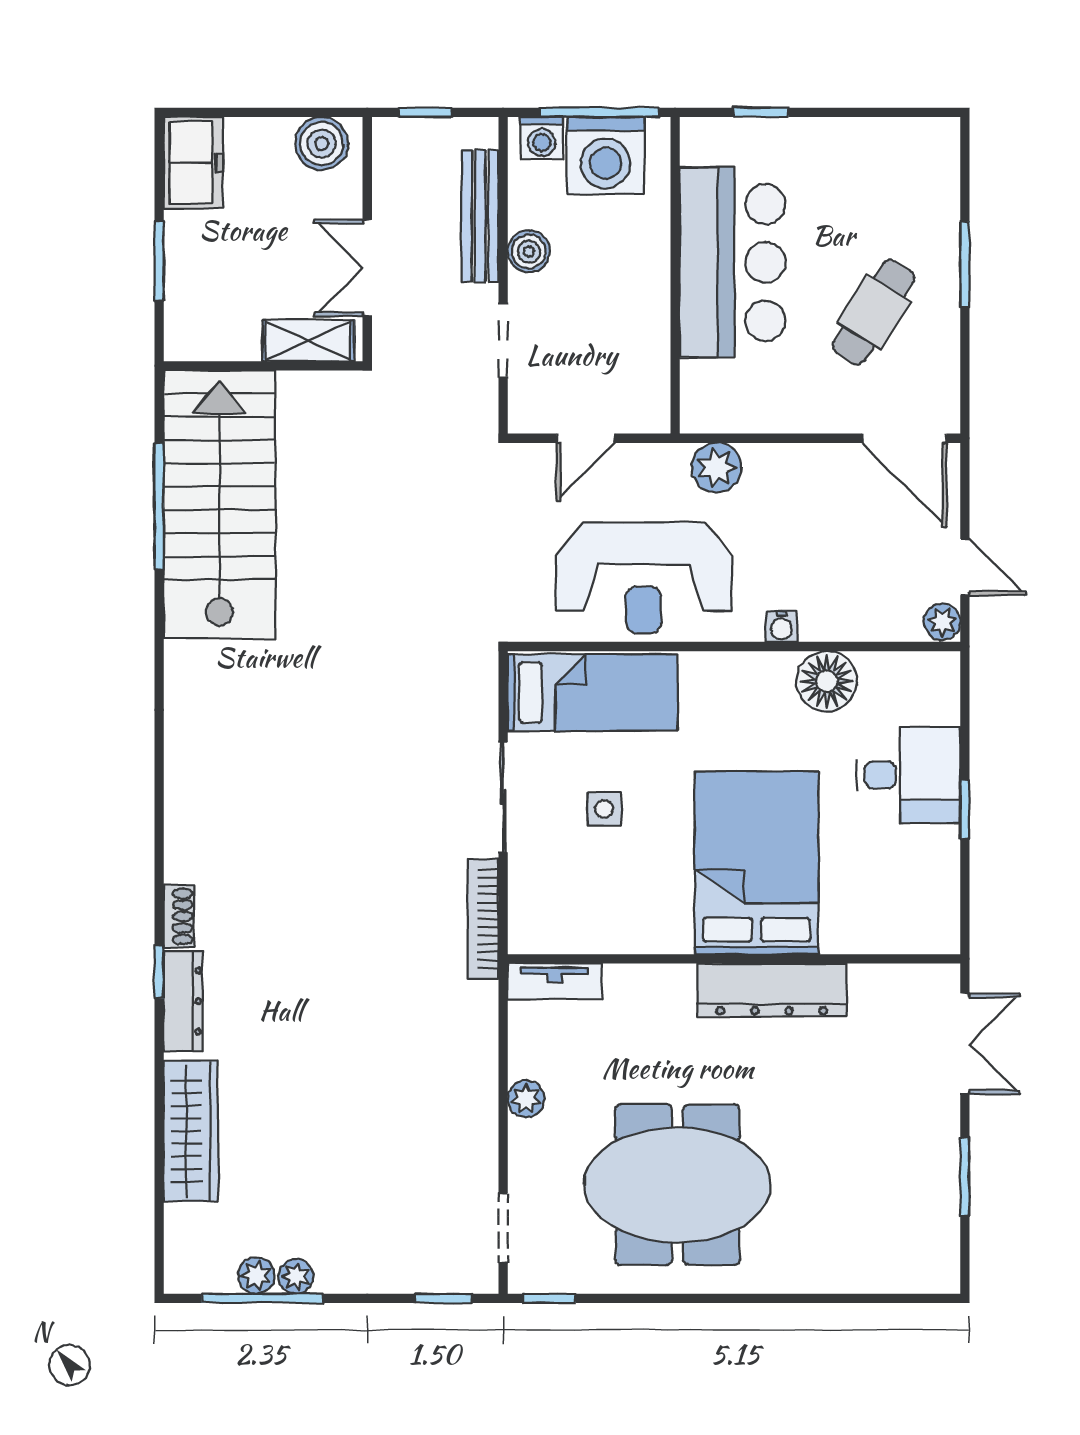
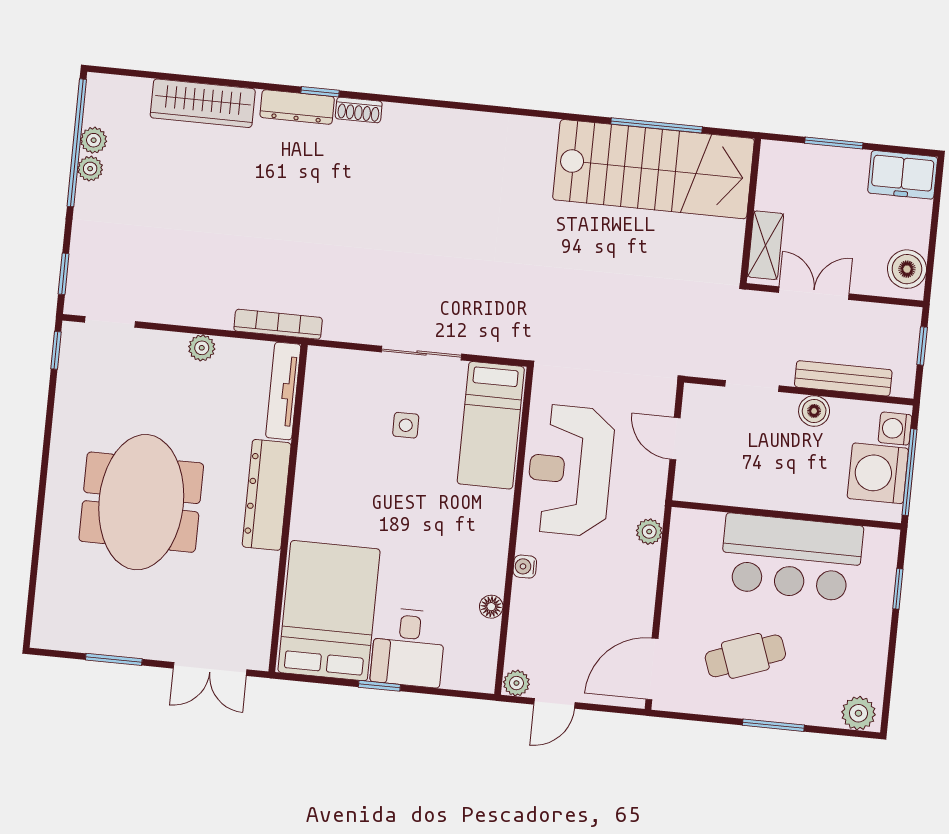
plant: (937, 149) -> (858, 713), added
cafe table: (874, 312) -> (745, 656), turned -52
plant: (717, 468) -> (649, 532), width x0.73, depth x0.73
floor lamp: (827, 681) -> (491, 607), width x0.53, depth x0.53
bed: (757, 863) -> (329, 611), moved, turned -90
bookcase: (483, 919) -> (278, 324), moved
tv unit: (555, 981) -> (283, 391), width x1.41
dresser: (772, 990) -> (267, 495), moved
meeting table: (678, 1185) -> (141, 502), moved
window: (262, 1298) -> (77, 143), width x1.46

